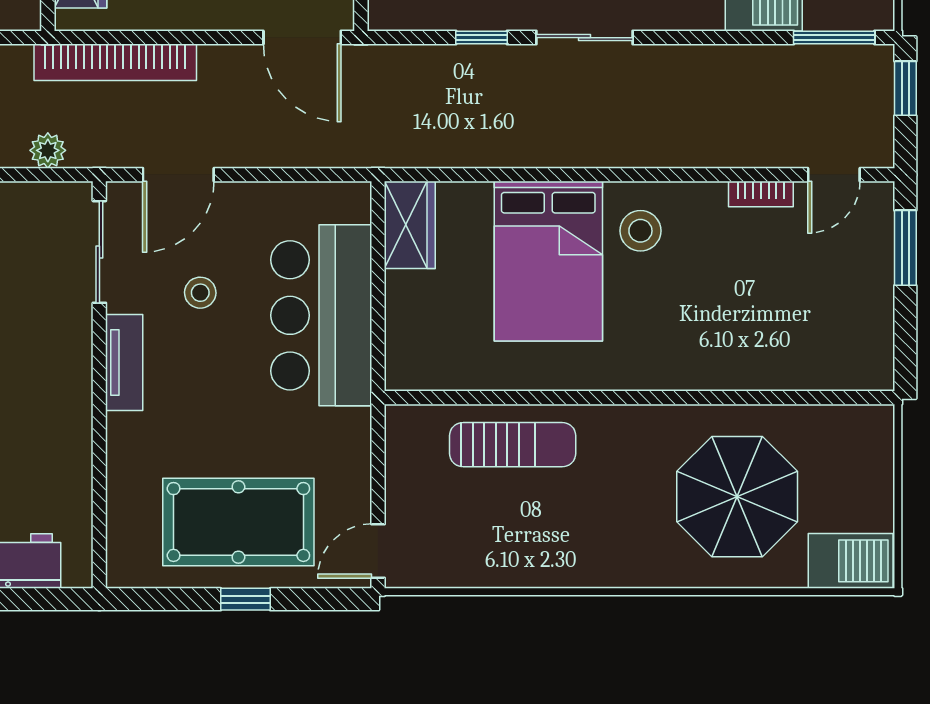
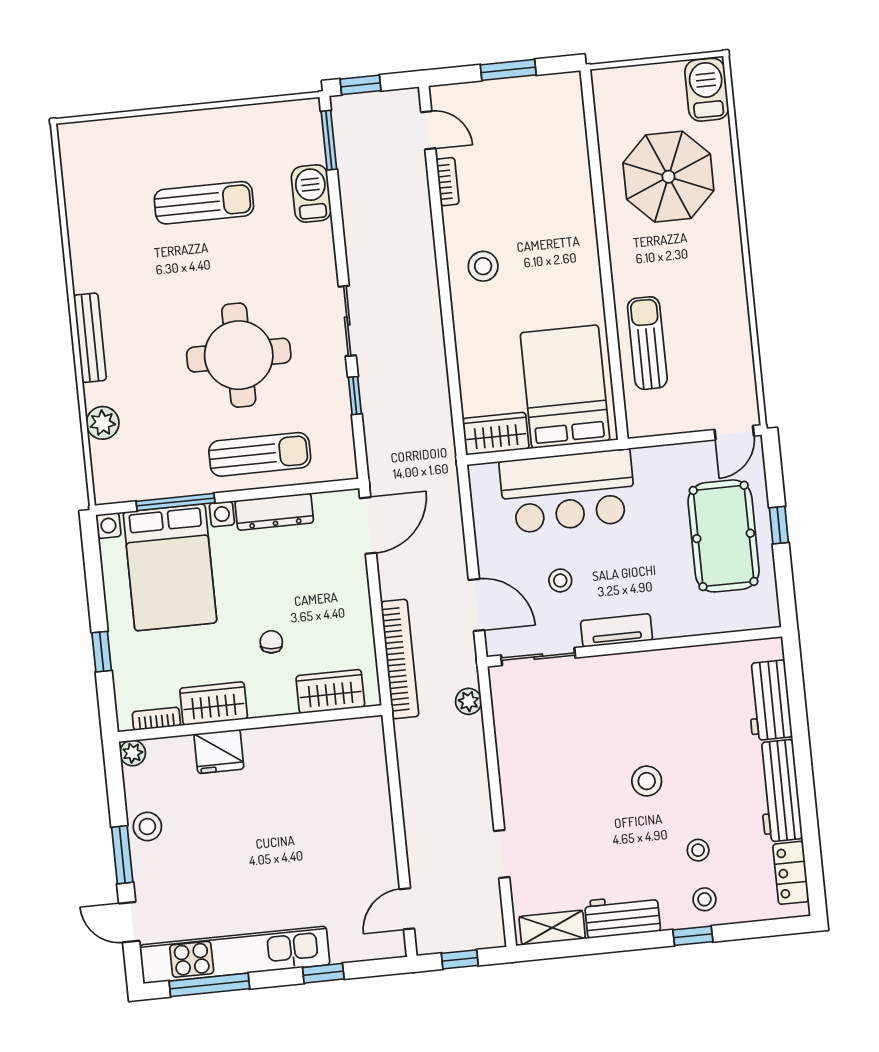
window: (905, 248) -> (508, 70), moved
bed: (548, 261) -> (565, 387), moved, turned -90
door: (378, 551) -> (734, 433), hinge flipped

